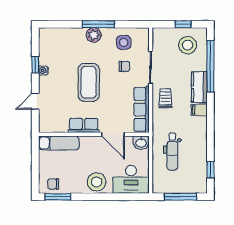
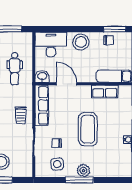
row of seats: (84, 125) -> (105, 91), moved
dental chair: (172, 151) -> (15, 69), turned 180
chair: (53, 184) -> (109, 40), moved

